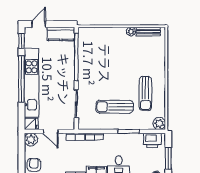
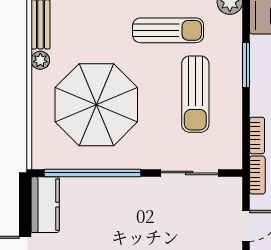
parasol: (109, 59) -> (96, 105), added

